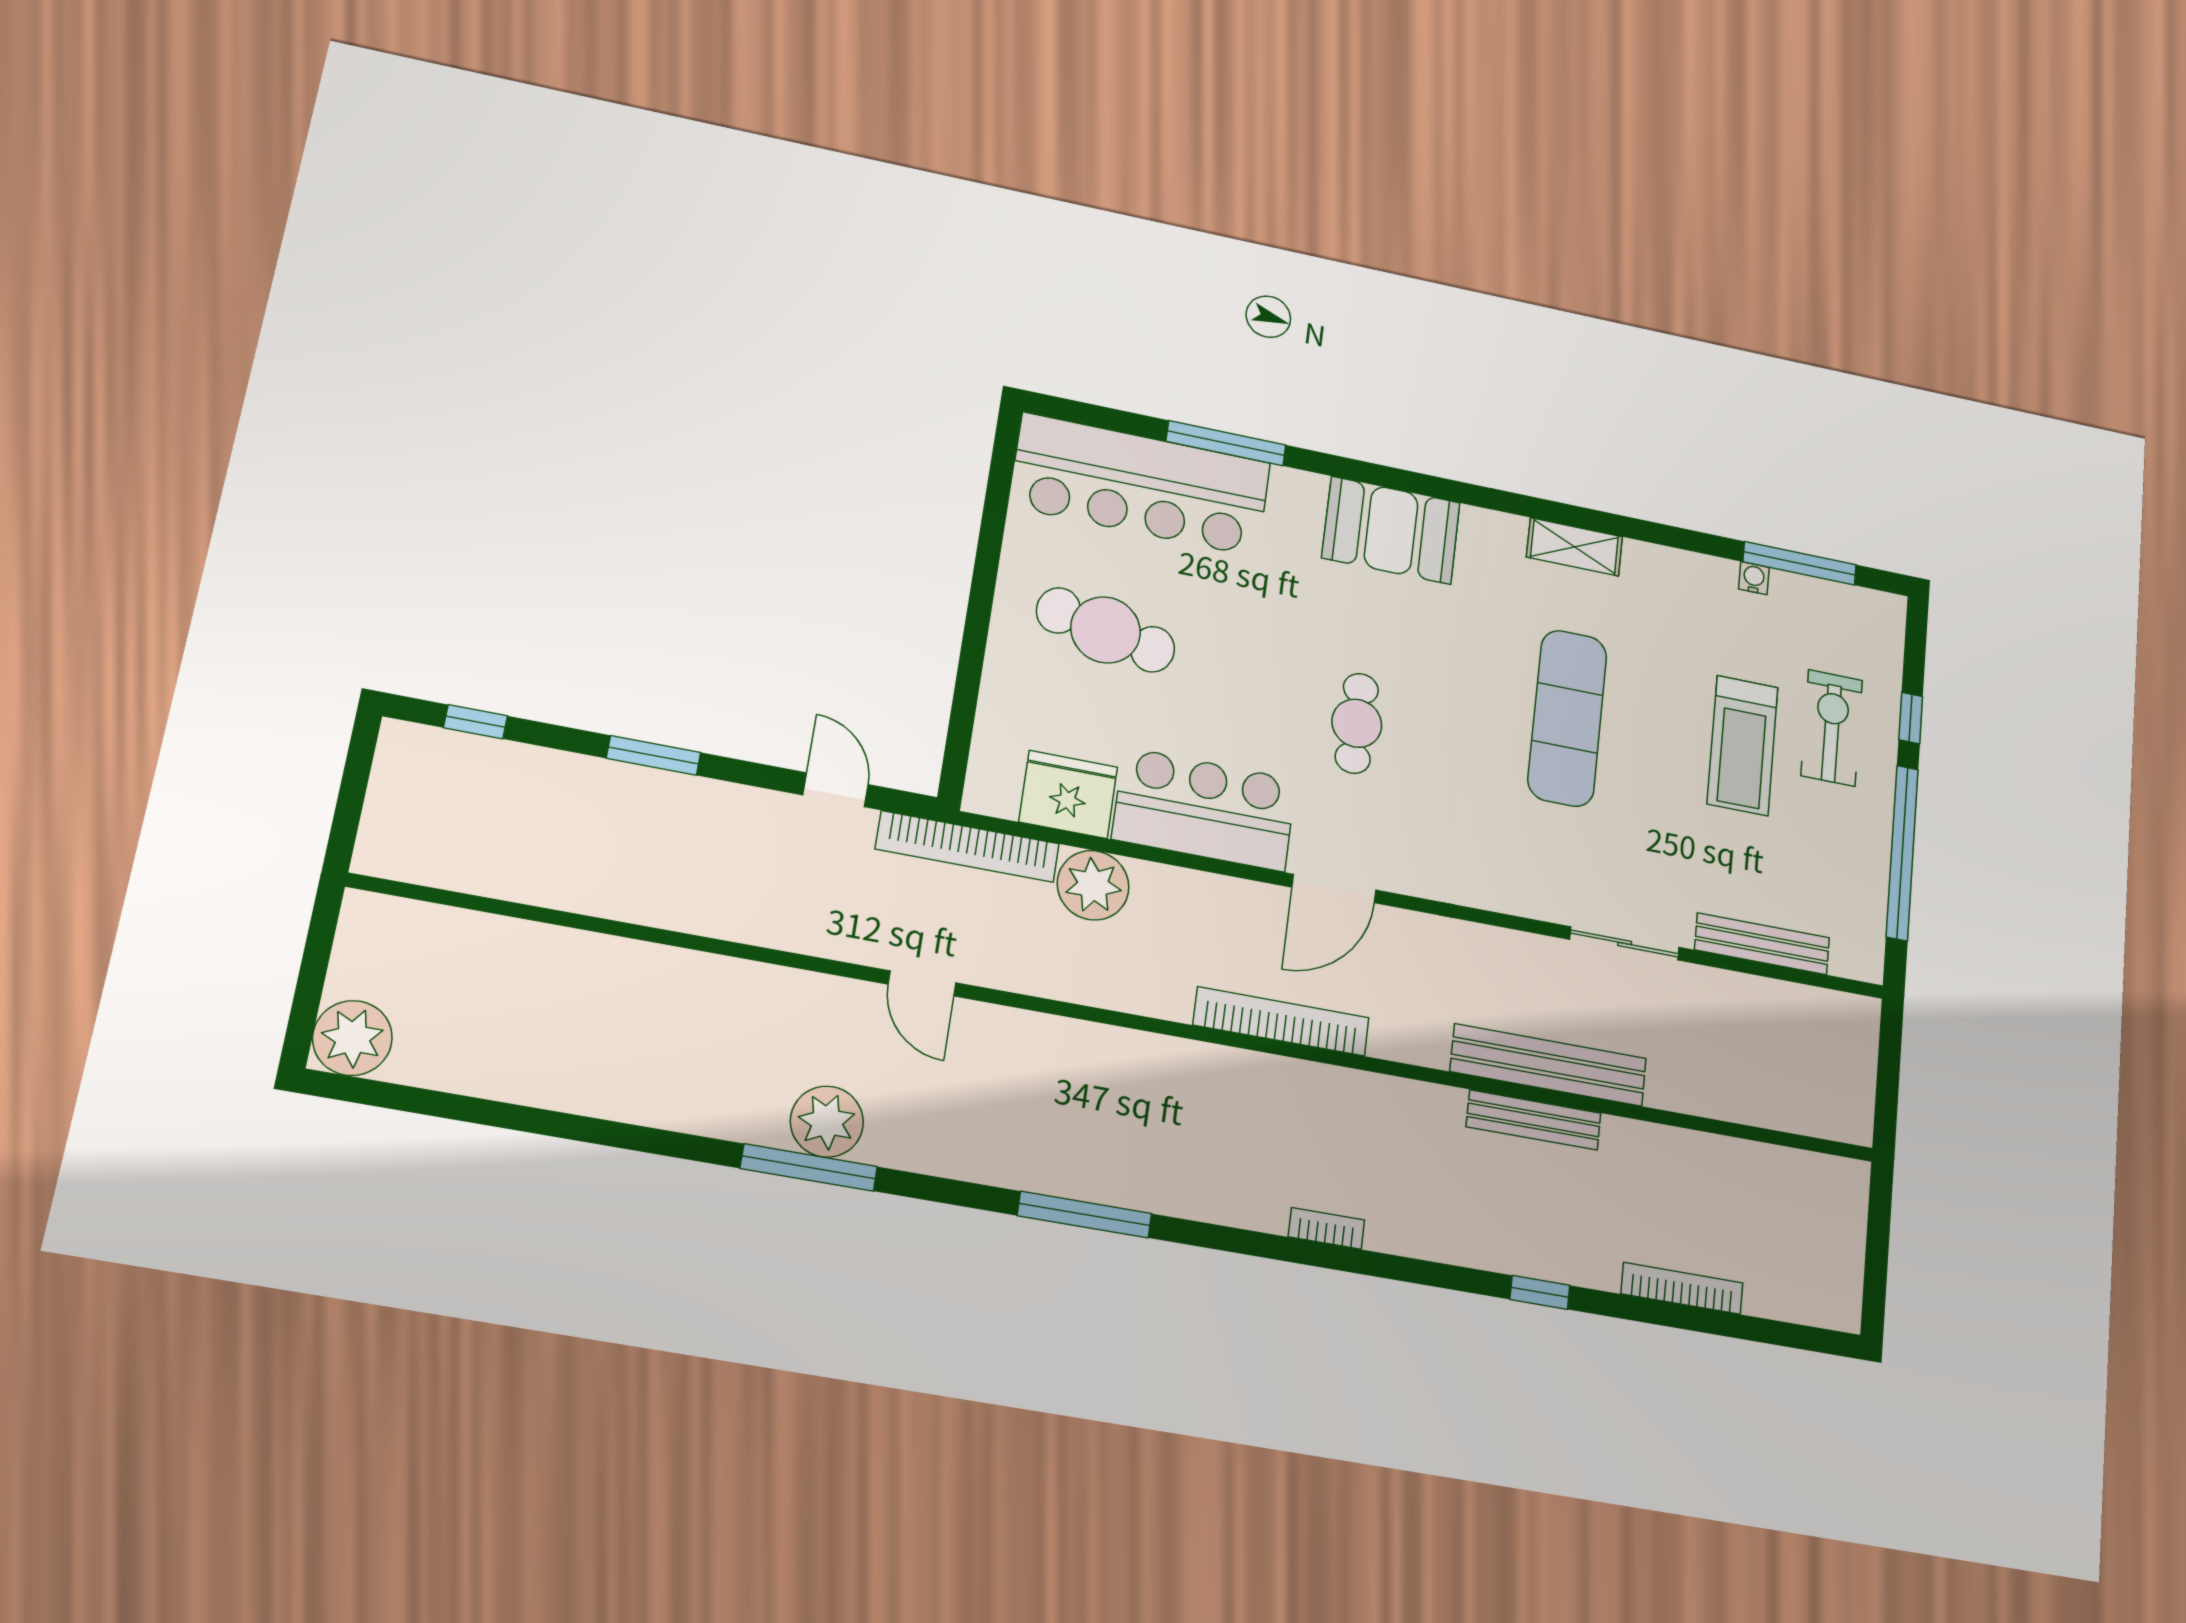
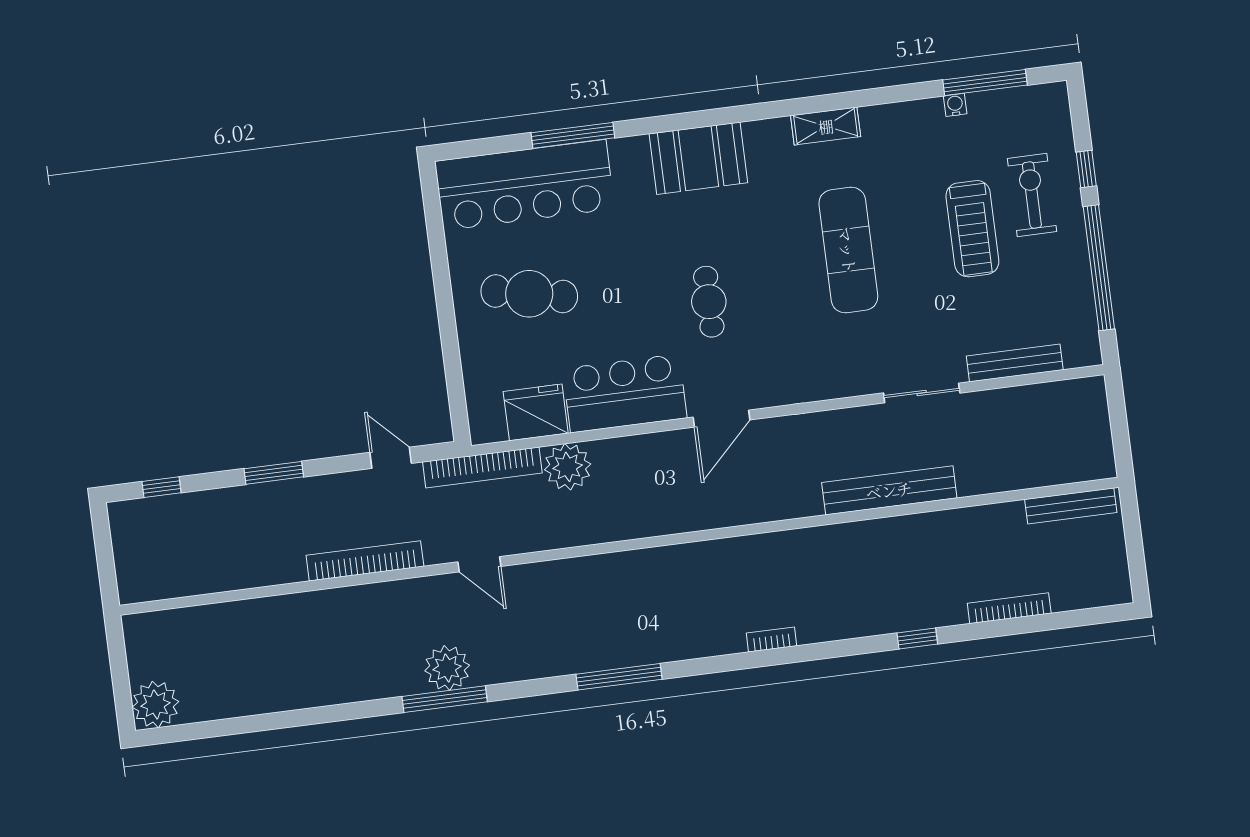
bookcase: (1281, 1021) -> (365, 561), moved
bench: (1534, 1120) -> (1071, 506), moved

